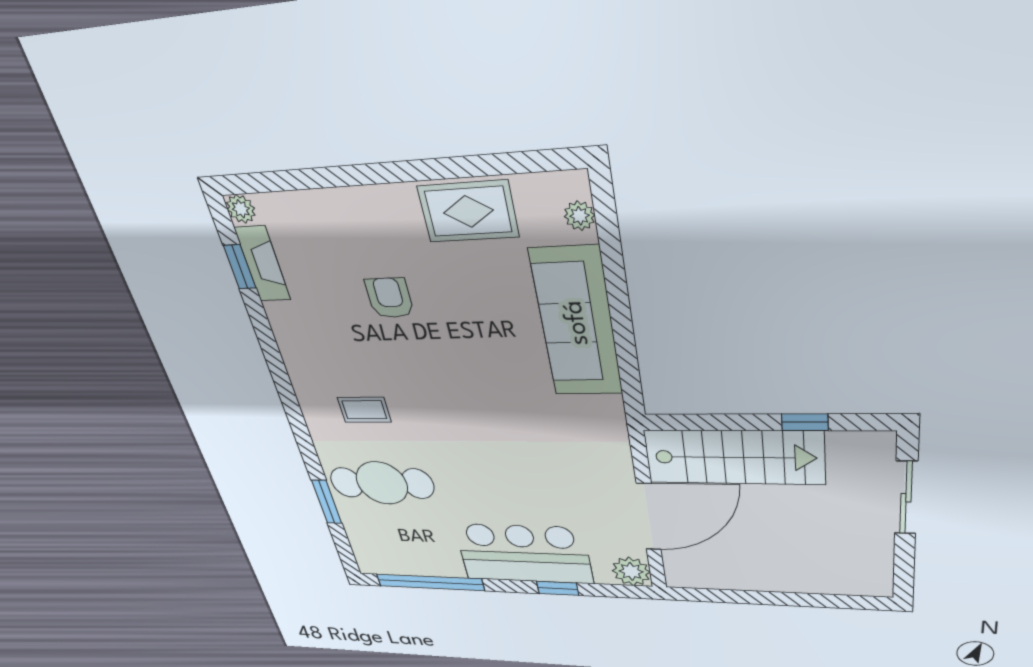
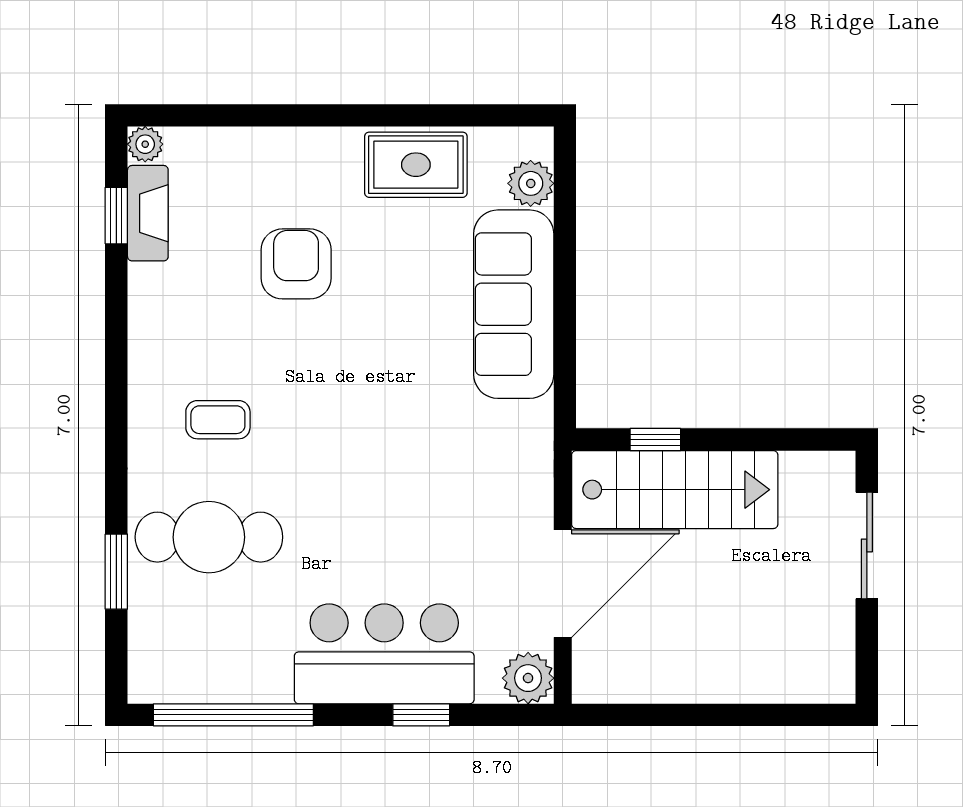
plant: (580, 216) -> (531, 183), width x1.38, depth x1.38
armchair: (389, 298) -> (296, 264), width x1.38, depth x1.38
window: (805, 422) -> (655, 440), moved

